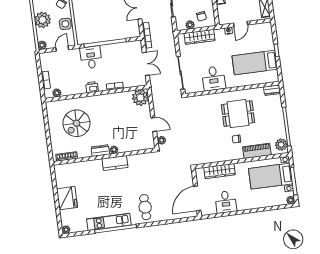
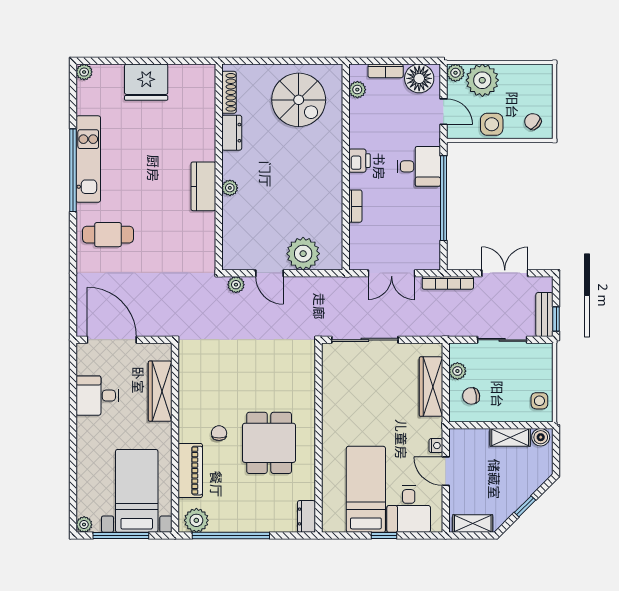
plant: (43, 20) -> (482, 80), moved
floor lamp: (47, 63) -> (419, 78), added
desk: (214, 78) -> (409, 509), moved, turned -90
plant: (140, 98) -> (303, 254), moved
spiral stairs: (76, 123) -> (299, 100), moved, turned 180
door: (154, 124) -> (269, 273), hinge flipped
dresser: (100, 151) -> (232, 133), moved

